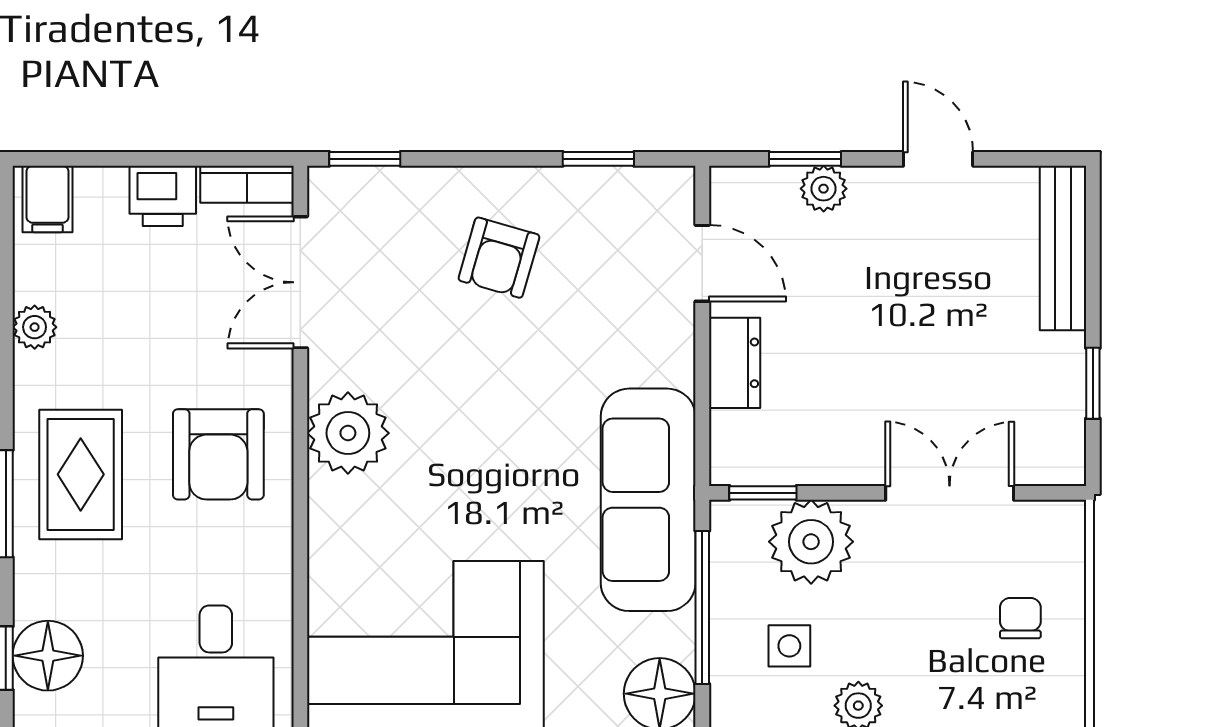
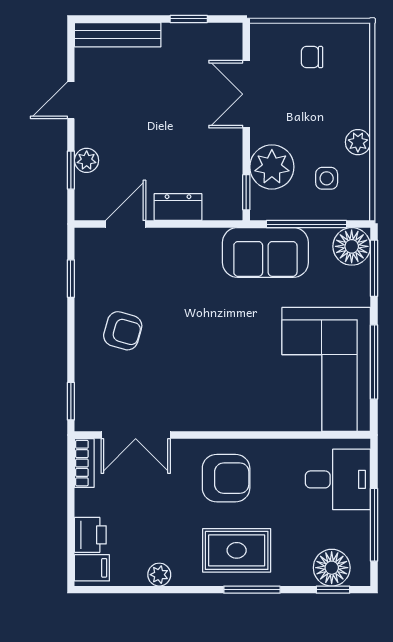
printer: (163, 196) -> (90, 535), moved
plant: (348, 433) -> (215, 410), removed
sofa: (648, 500) -> (265, 252), width x0.73

